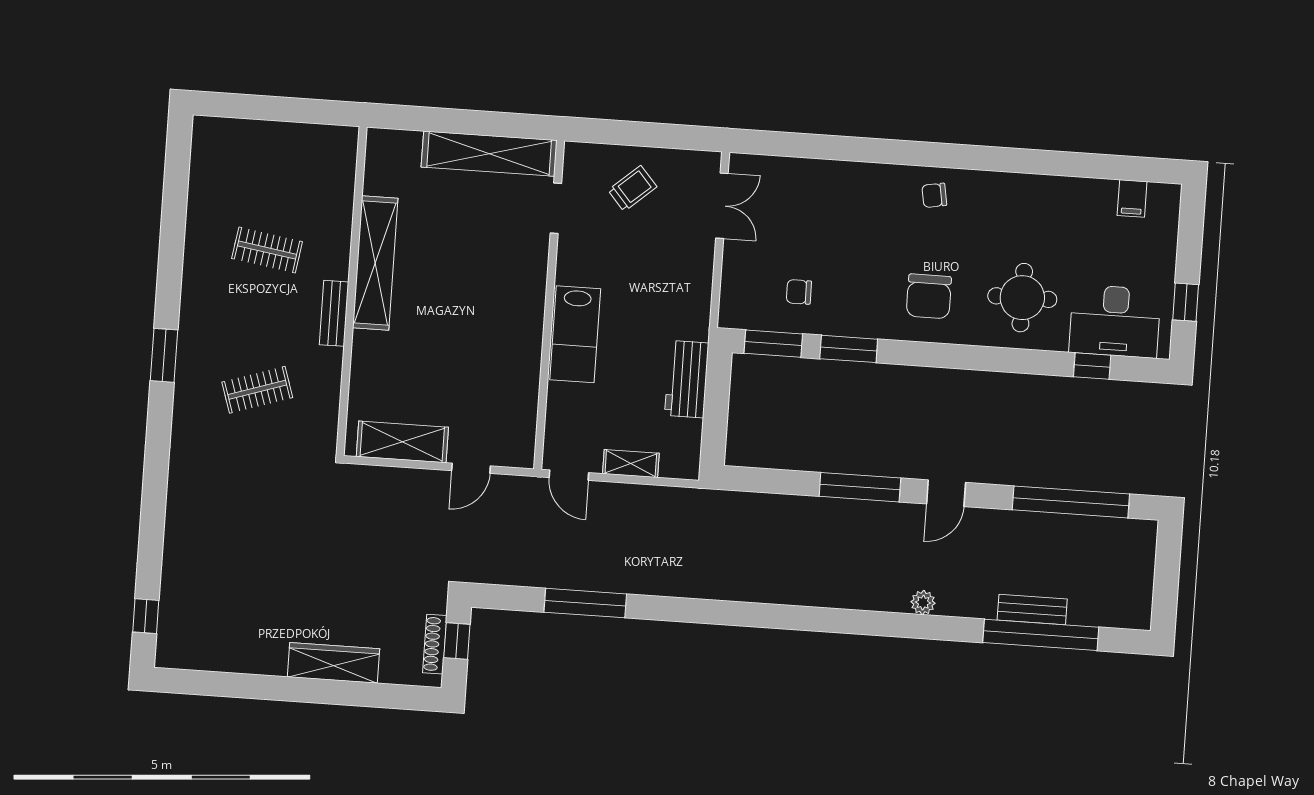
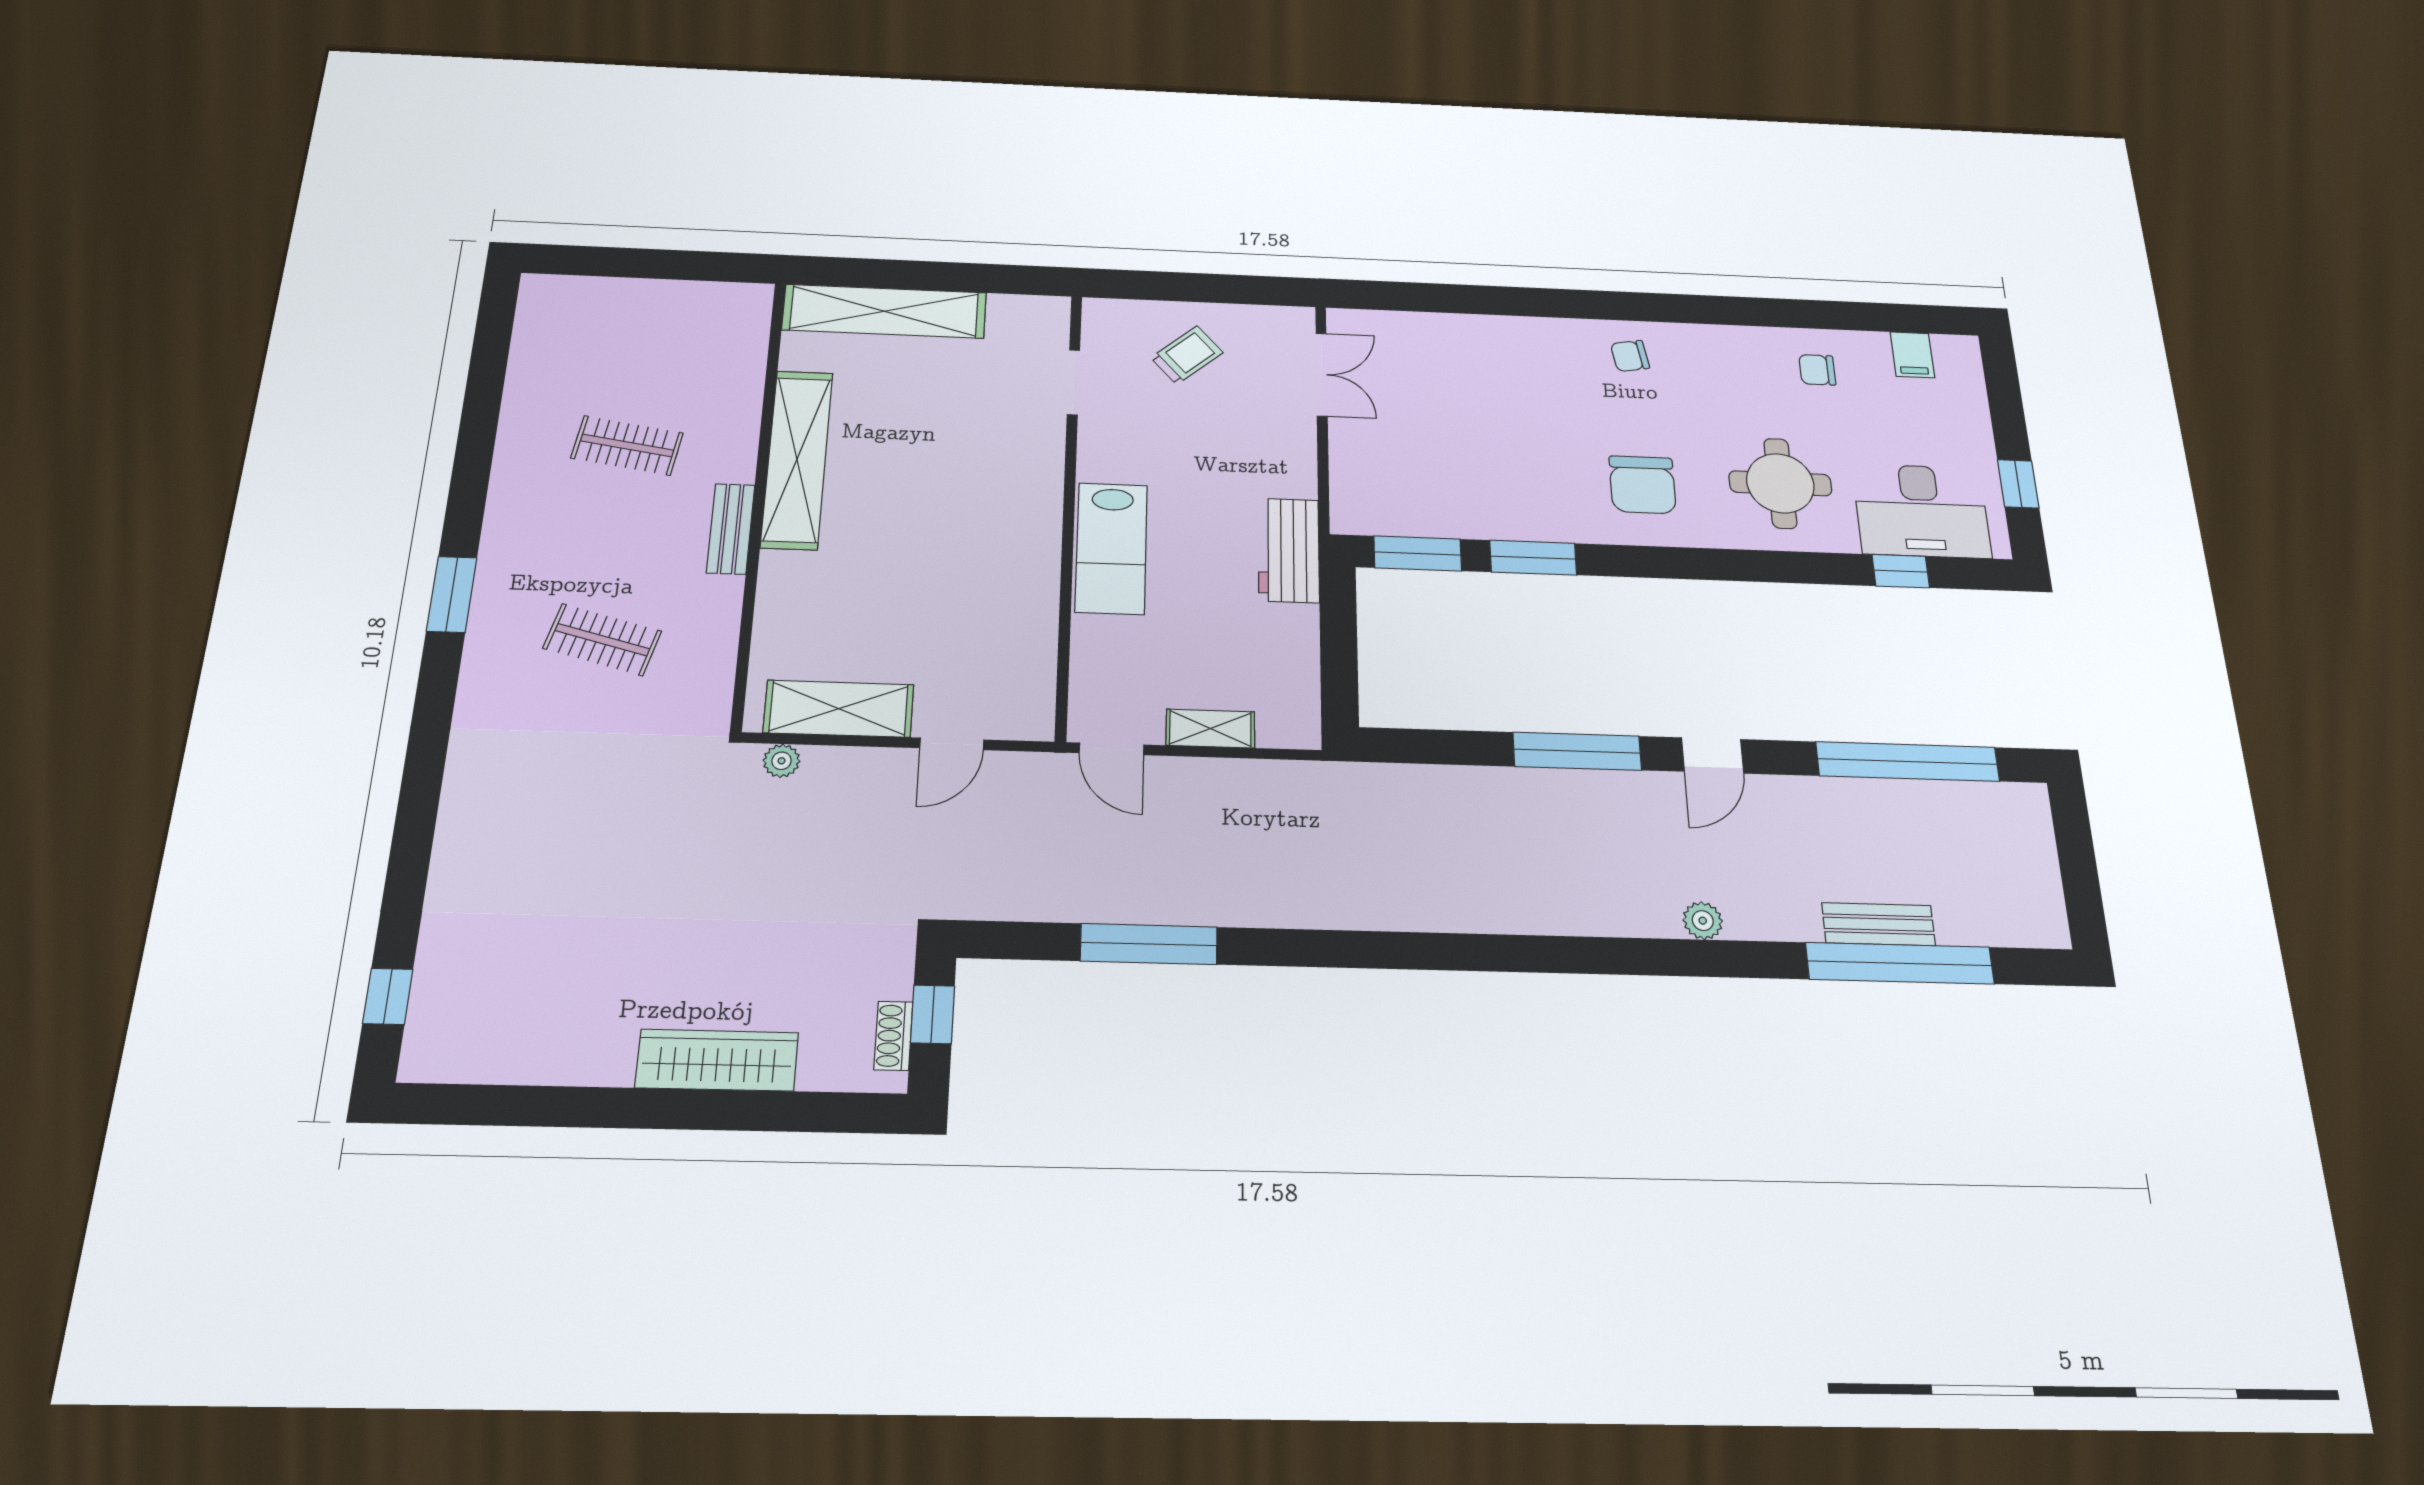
shelving: (489, 154) -> (884, 311), moved
chair: (799, 292) -> (1817, 370), moved
workbench: (687, 379) -> (1289, 550), moved
clothes rail: (257, 390) -> (602, 640), turned 33
plant: (368, 476) -> (782, 761), added
shoe rack: (435, 644) -> (893, 1036), width x0.70

